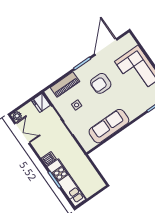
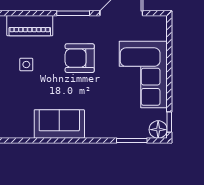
sofa: (109, 126) -> (59, 124), width x0.73

